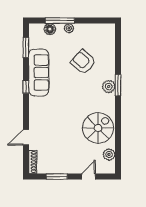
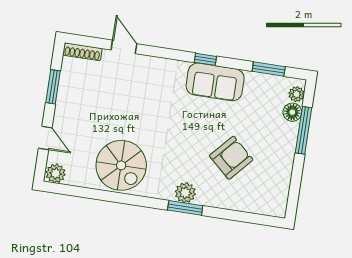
plant: (69, 28) -> (296, 94), moved
sofa: (39, 73) -> (215, 82), width x0.73
plant: (109, 154) -> (56, 173), moved

